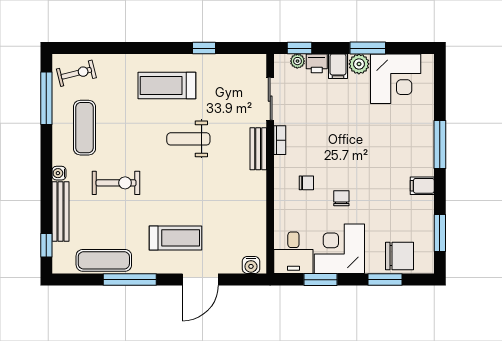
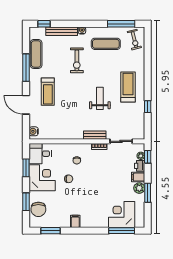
corner desk: (396, 79) -> (122, 214), moved, turned 90
window: (440, 145) -> (122, 231), moved

